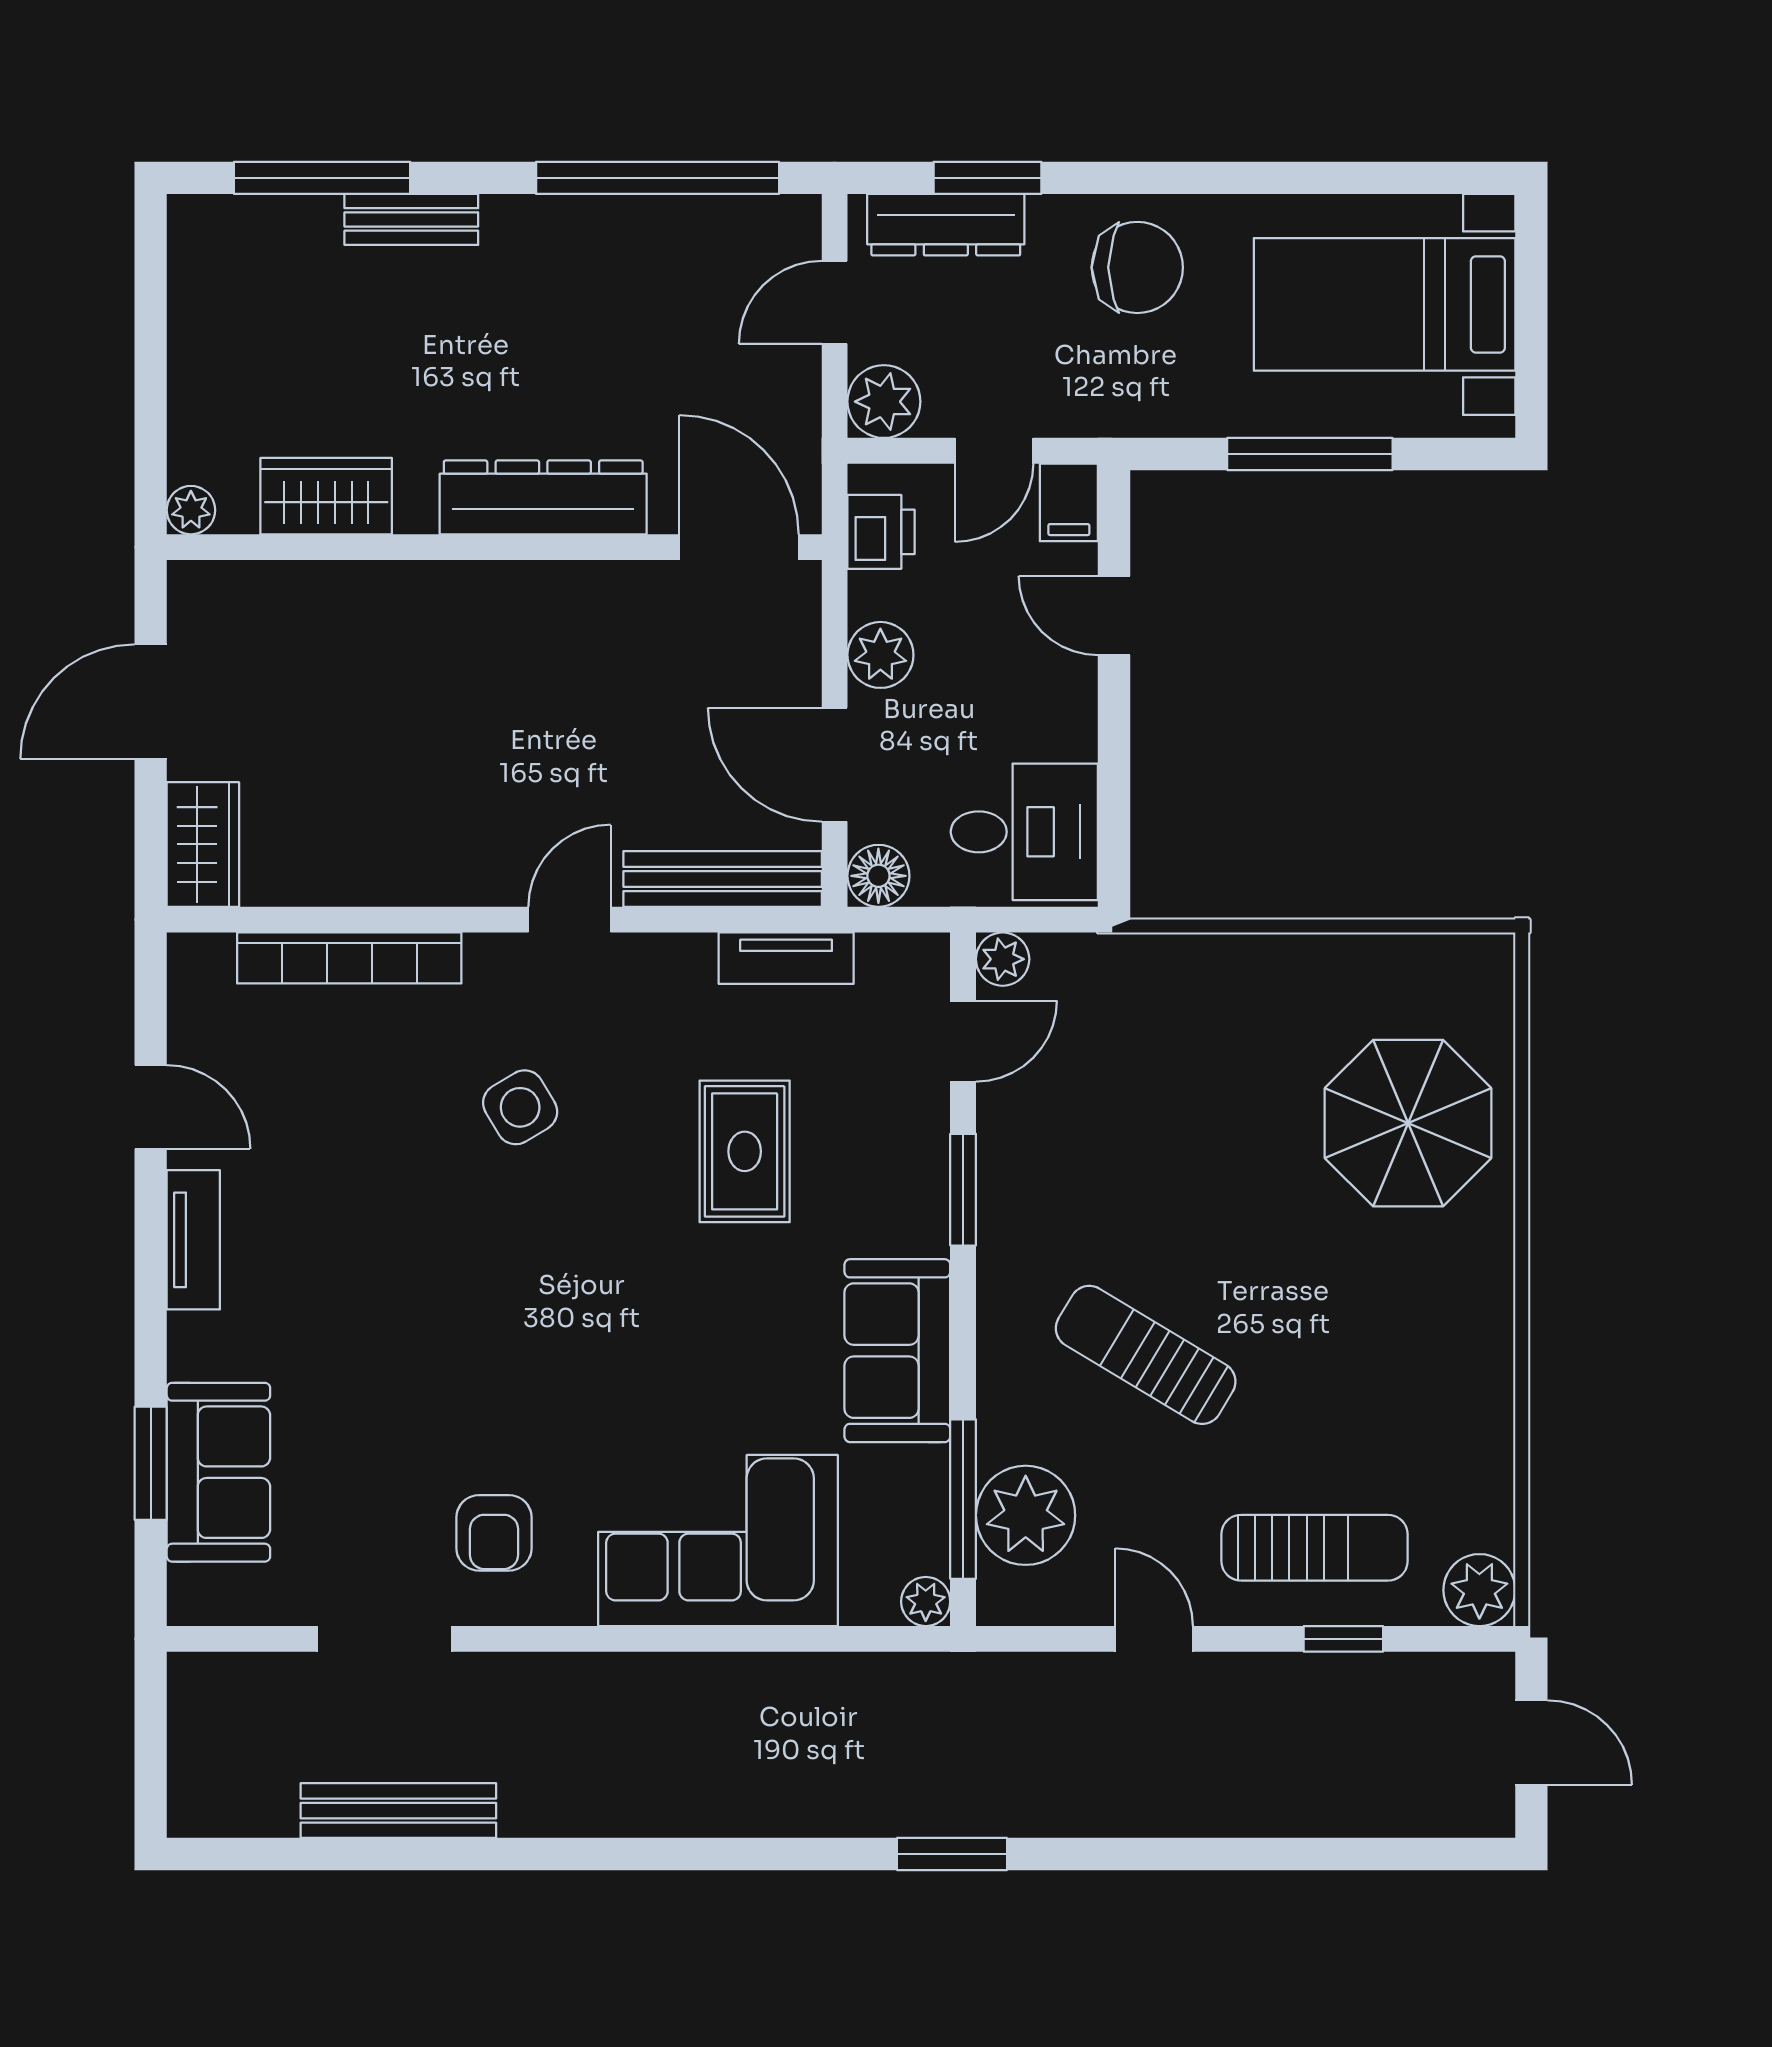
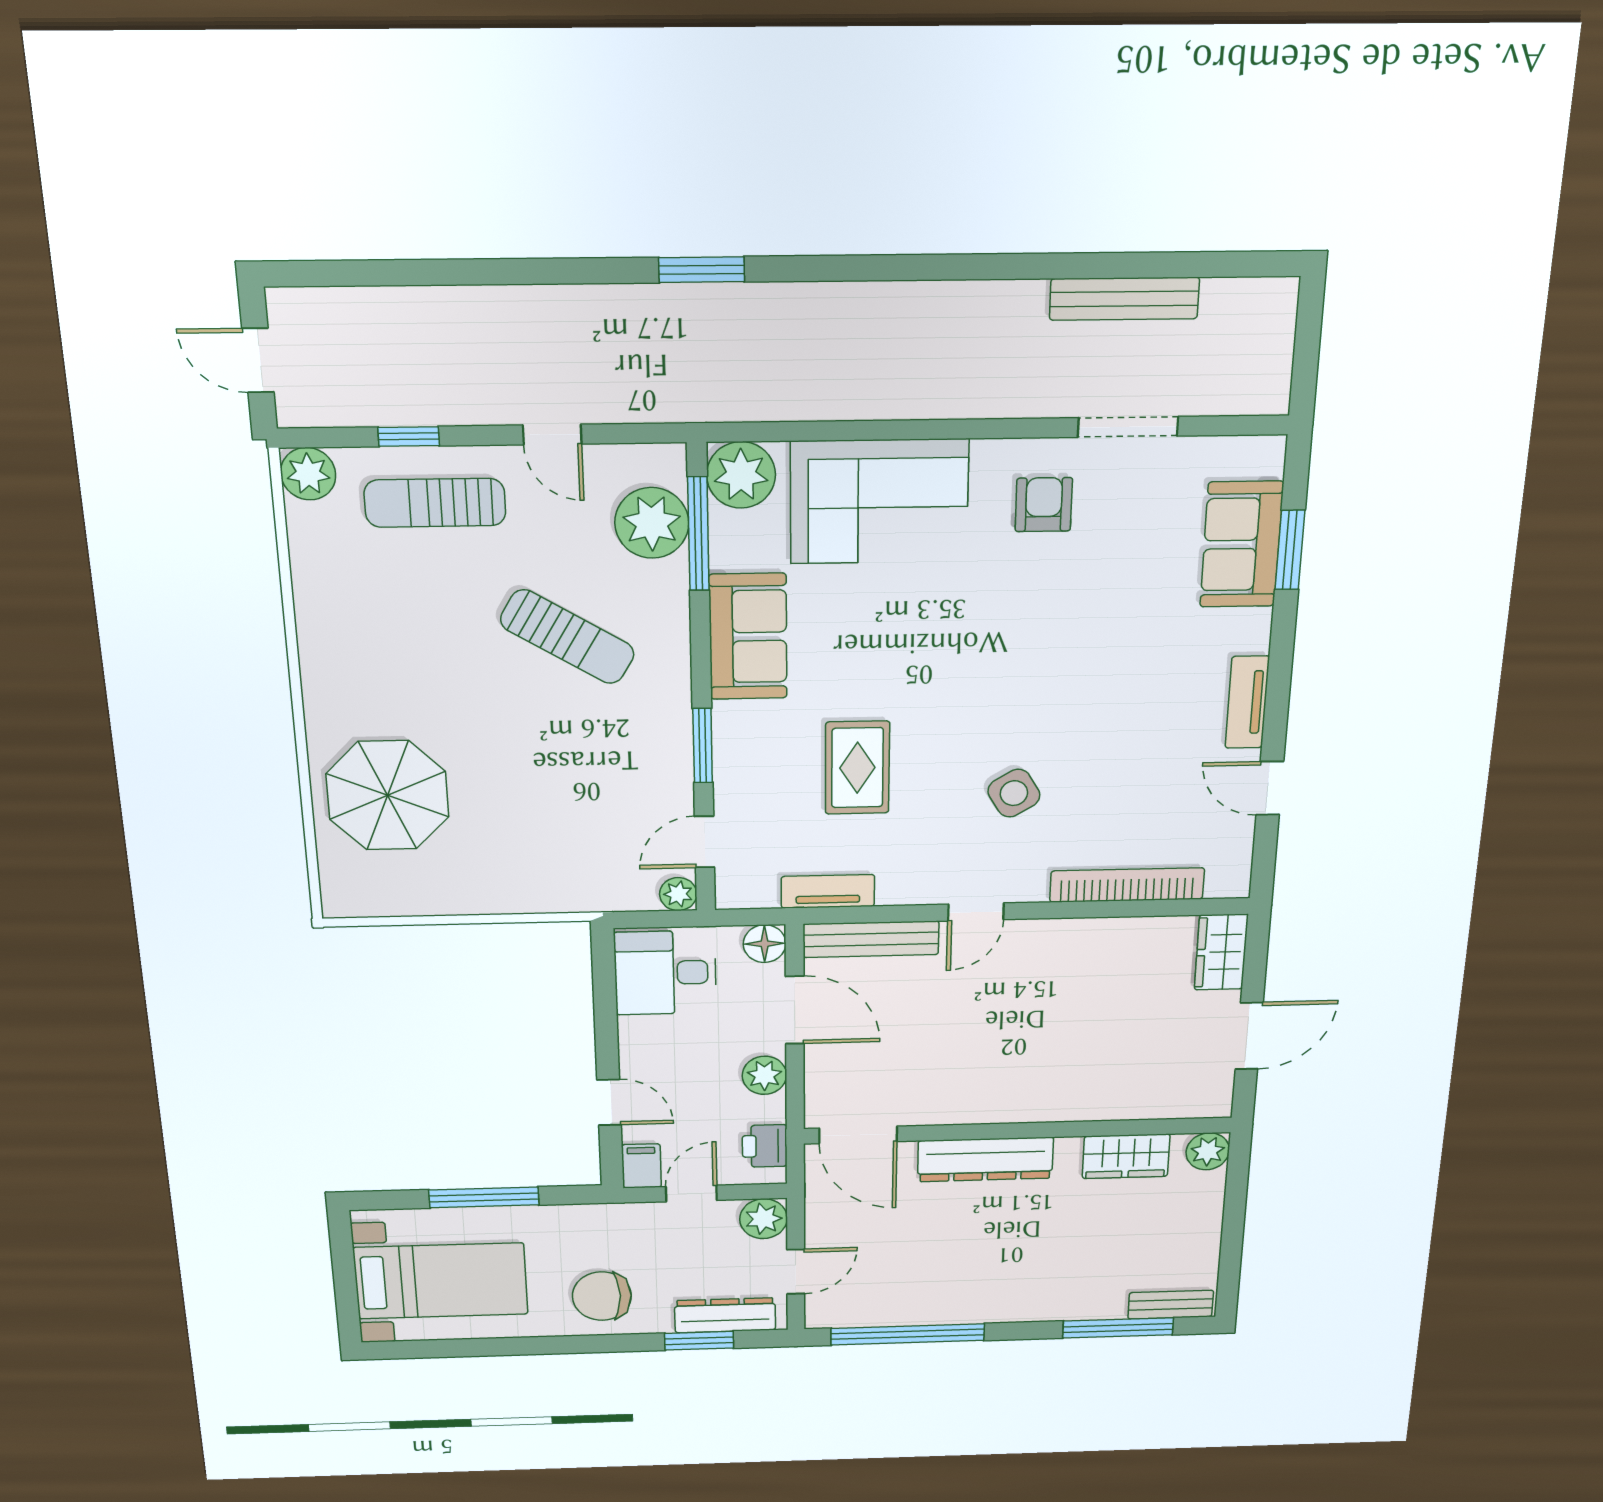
bench: (411, 219) -> (1171, 1305), moved
plant: (191, 510) -> (1208, 1151), width x1.38, depth x1.38
plant: (926, 1602) -> (741, 475), width x1.87, depth x1.87

